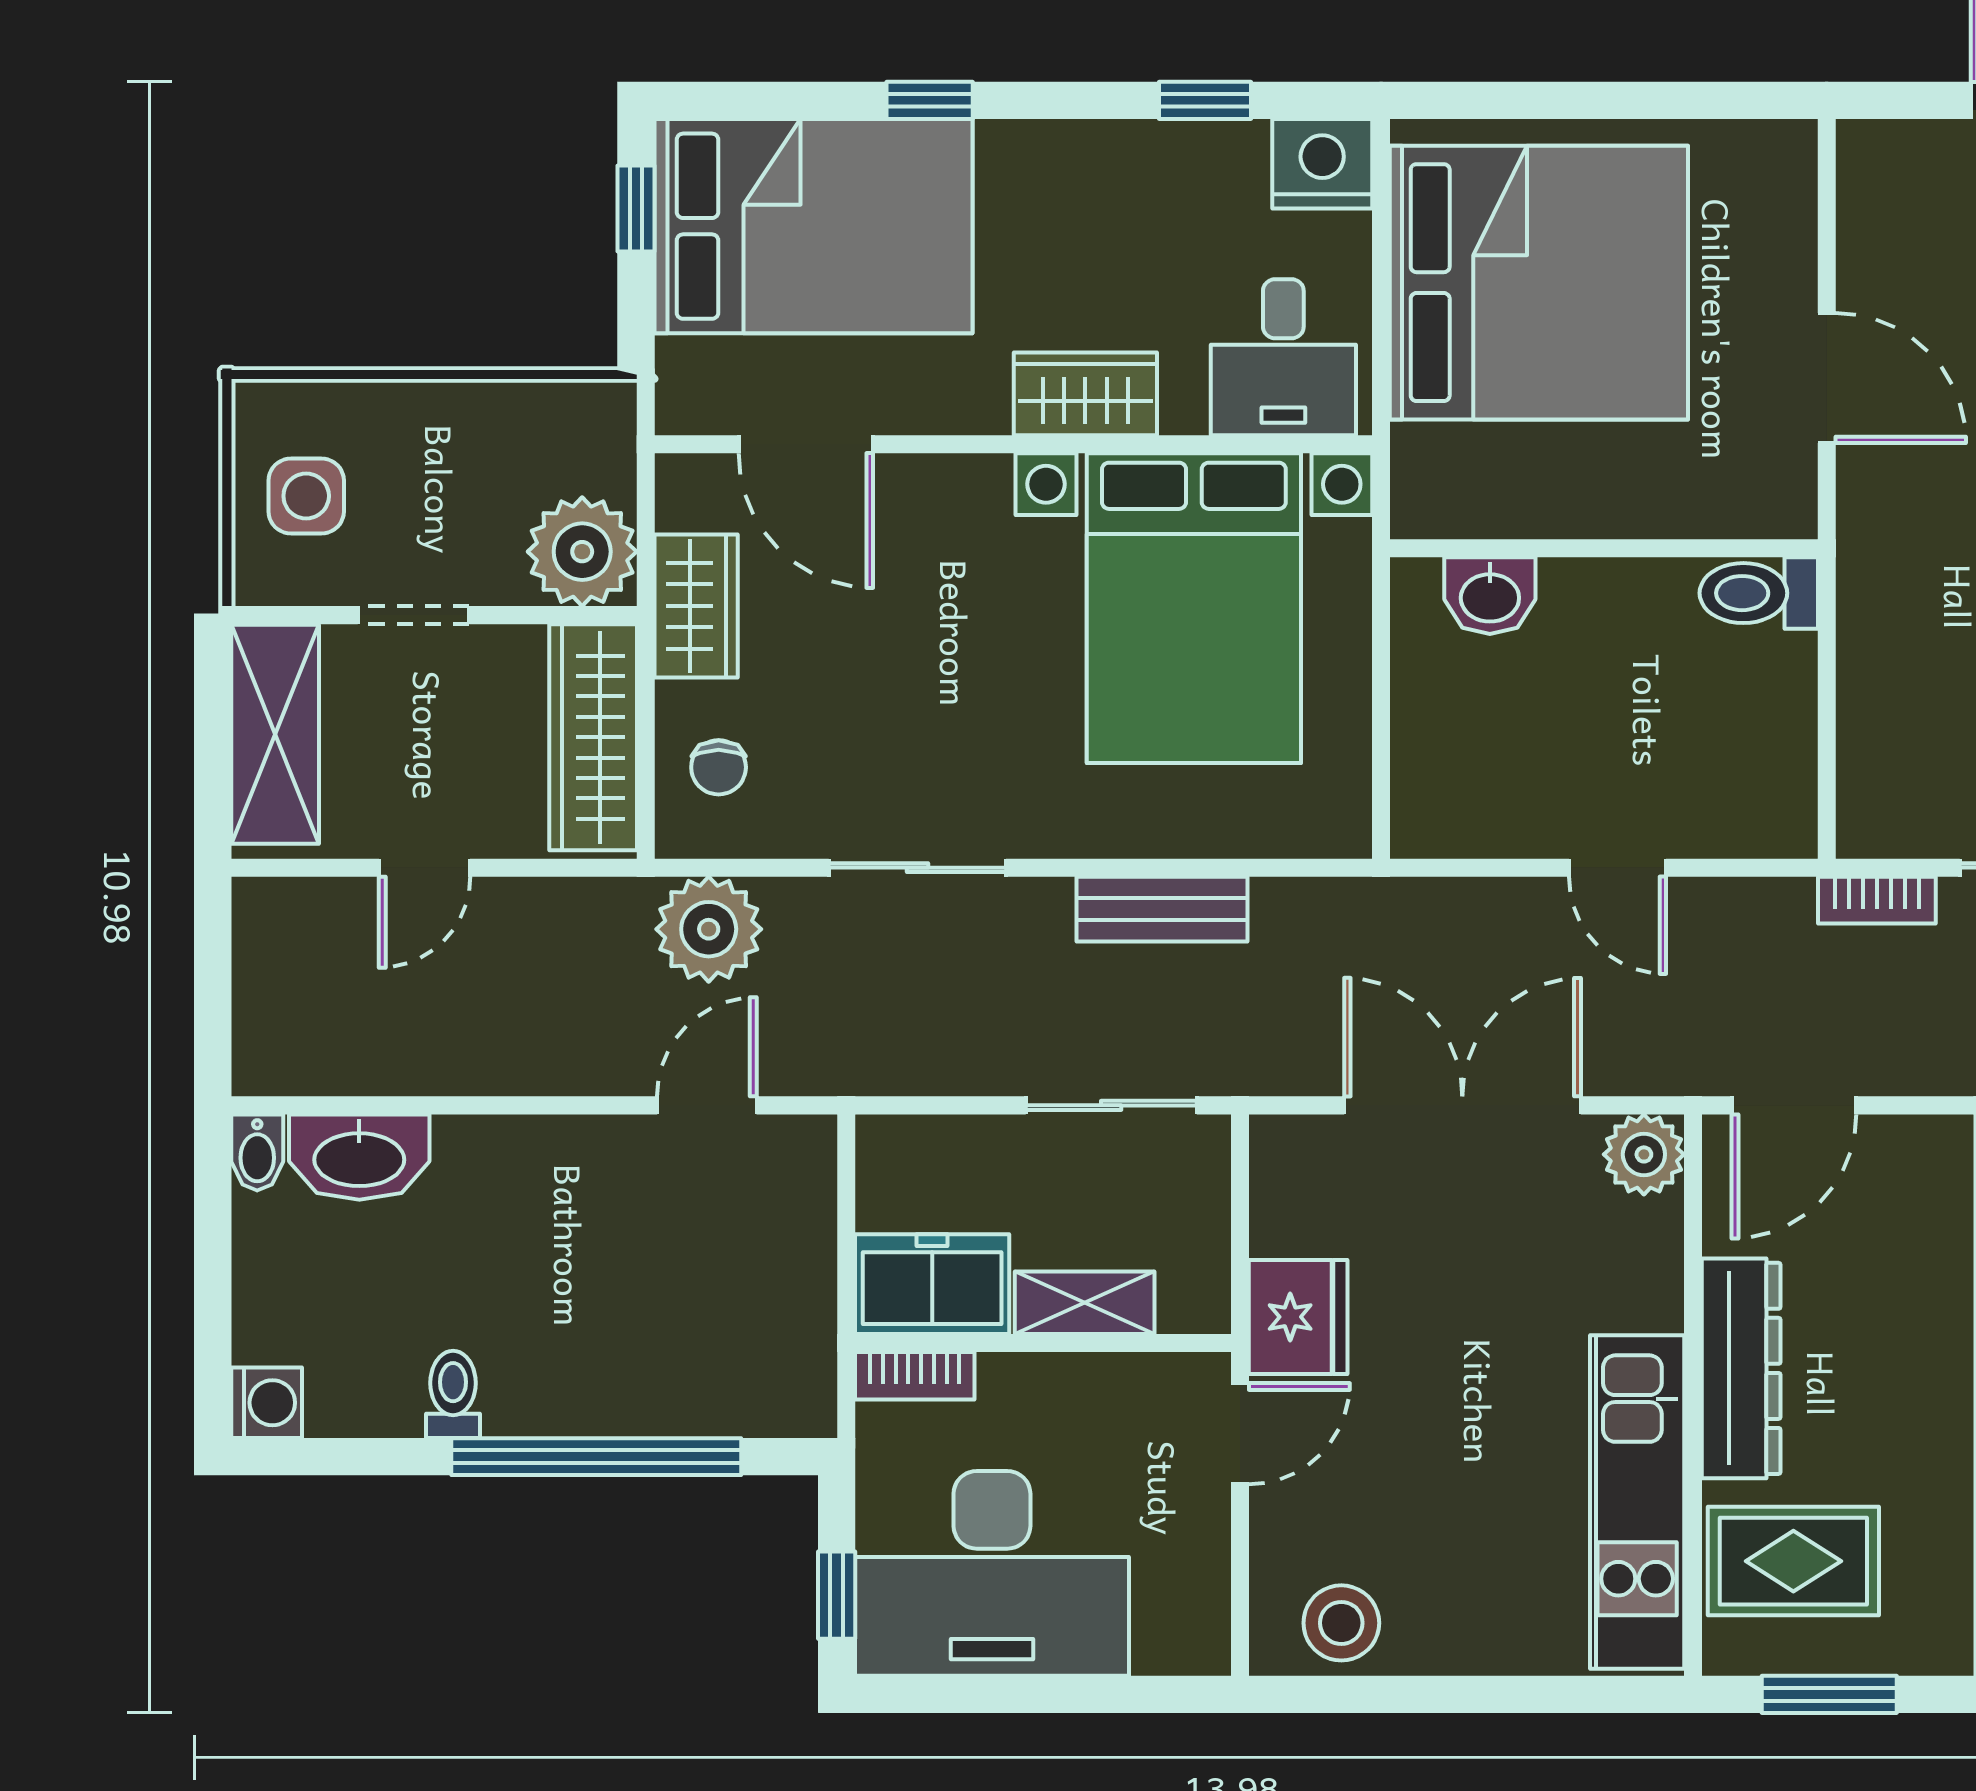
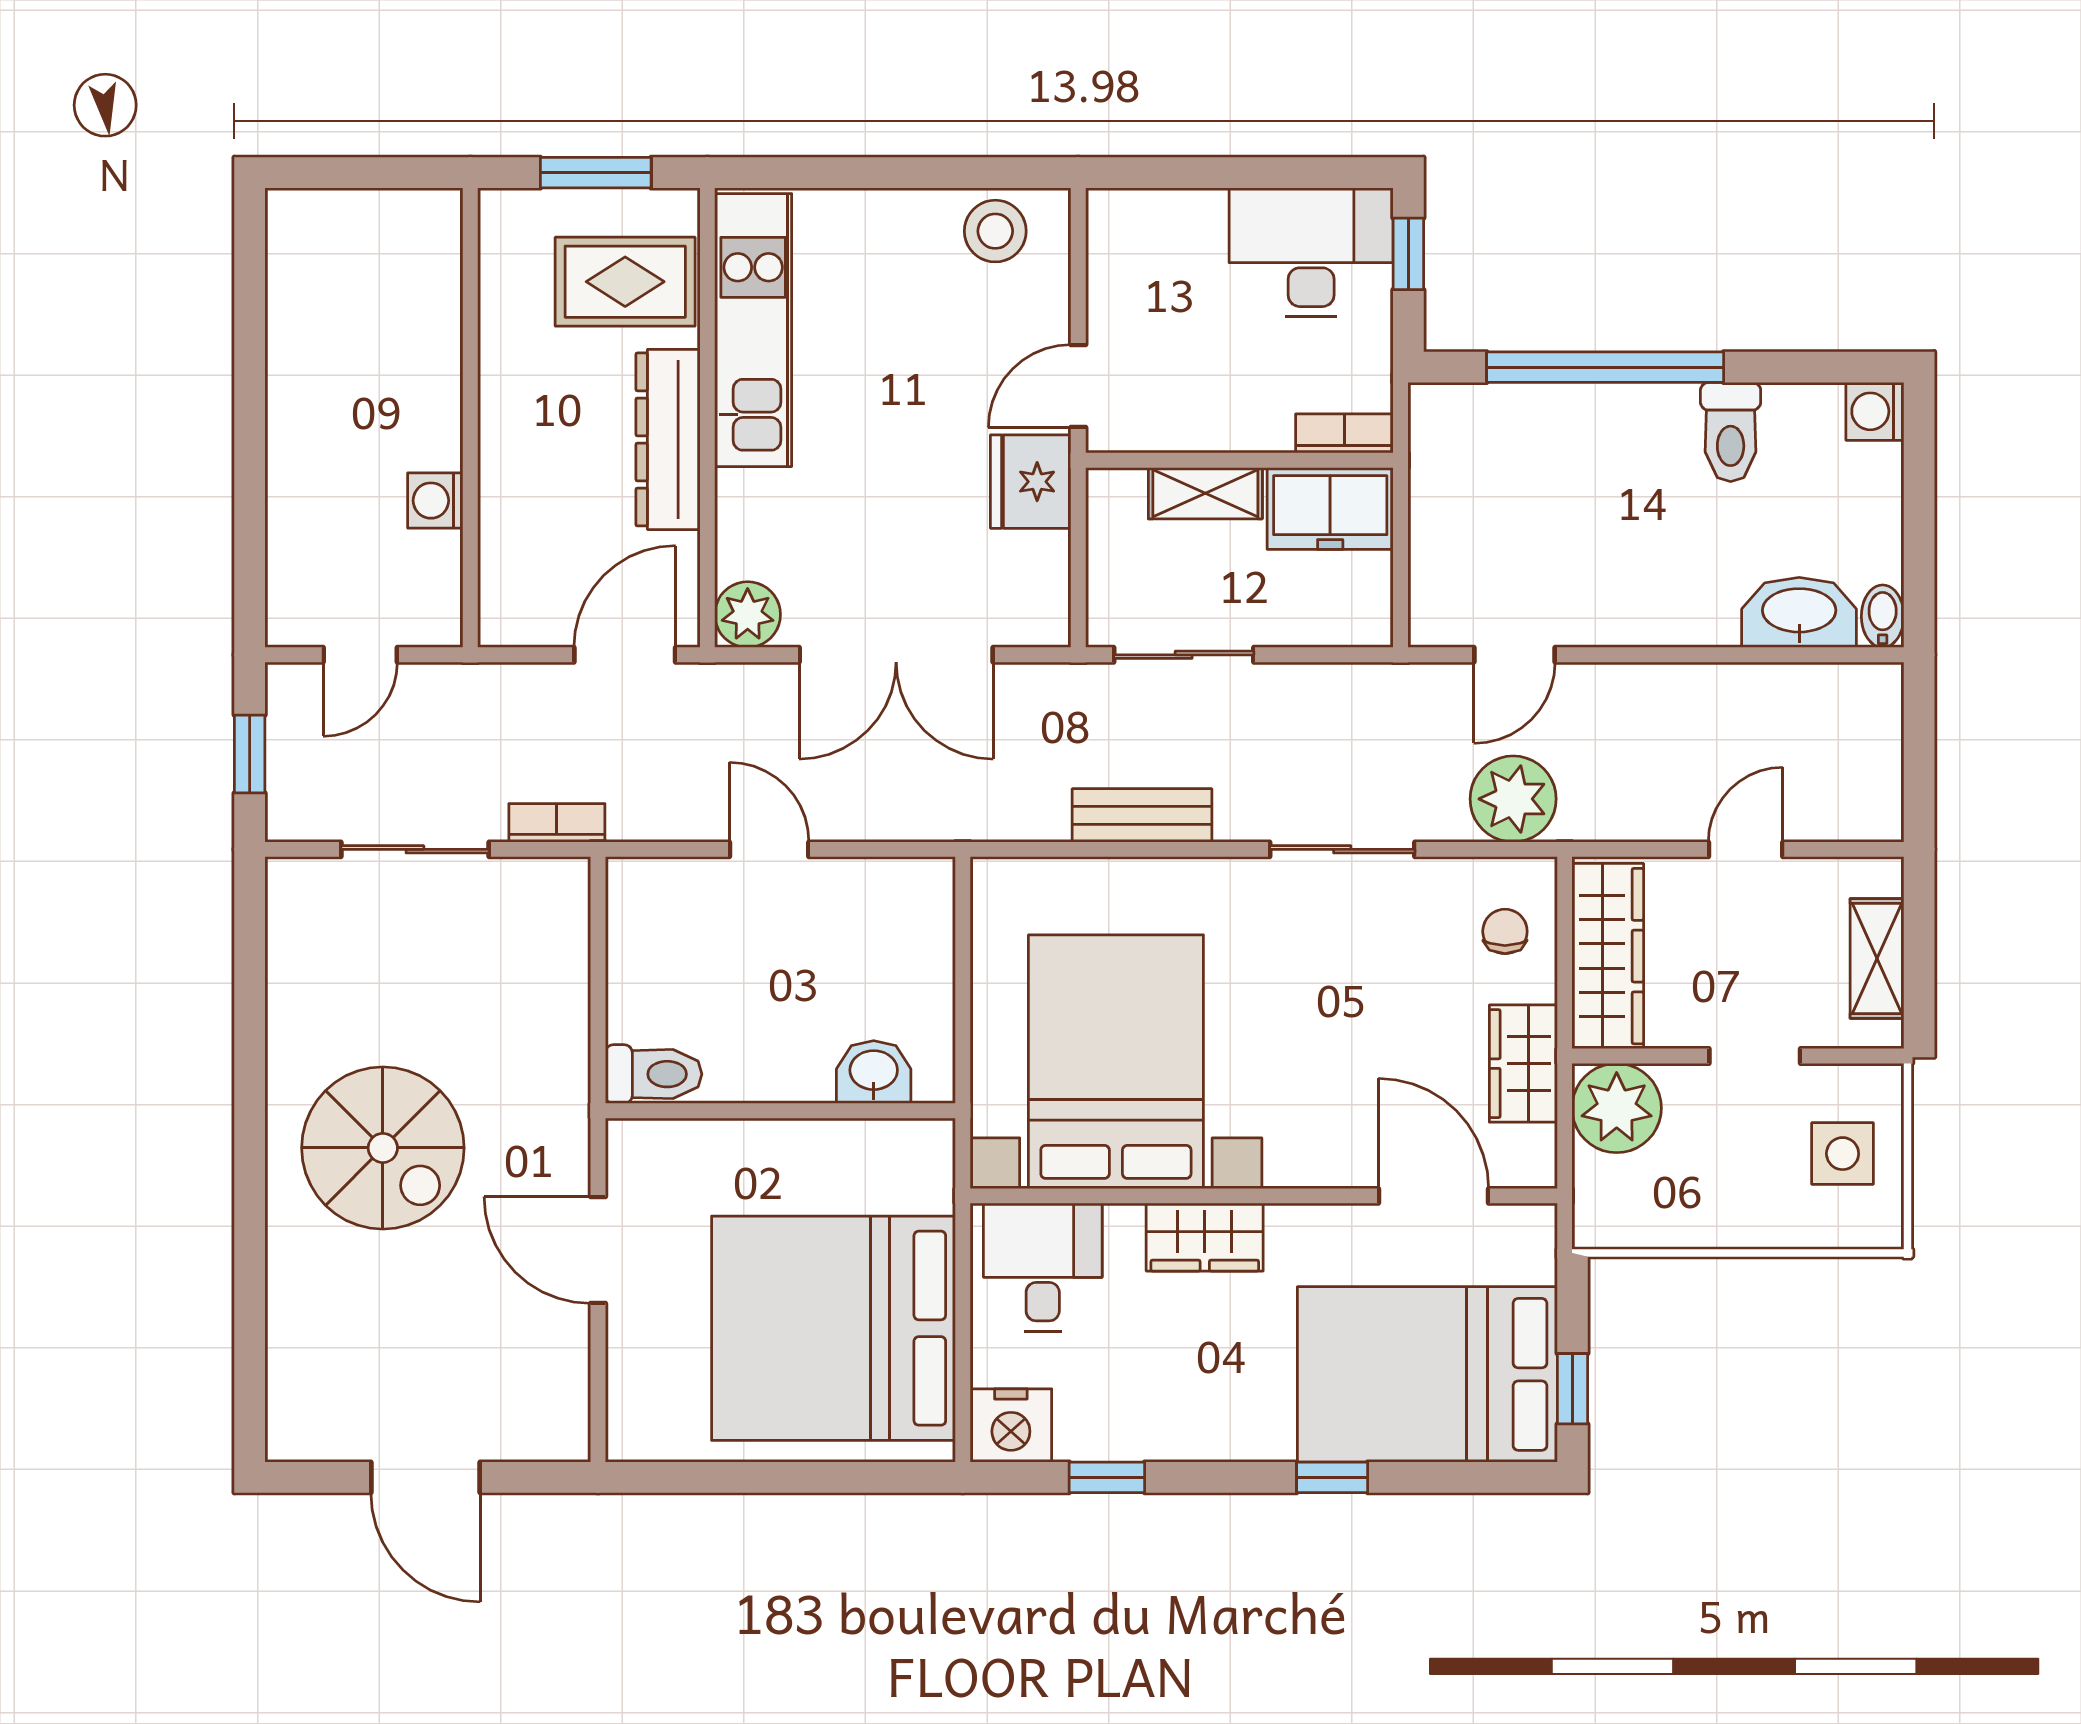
shelving: (275, 734) -> (1877, 959), width x0.67, depth x0.75
toilet: (453, 1394) -> (1731, 432), width x1.37, depth x1.39
desk: (992, 1573) -> (1311, 252), width x0.73, depth x0.77

